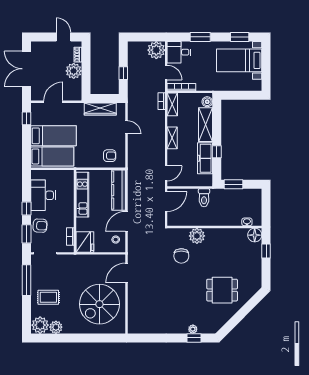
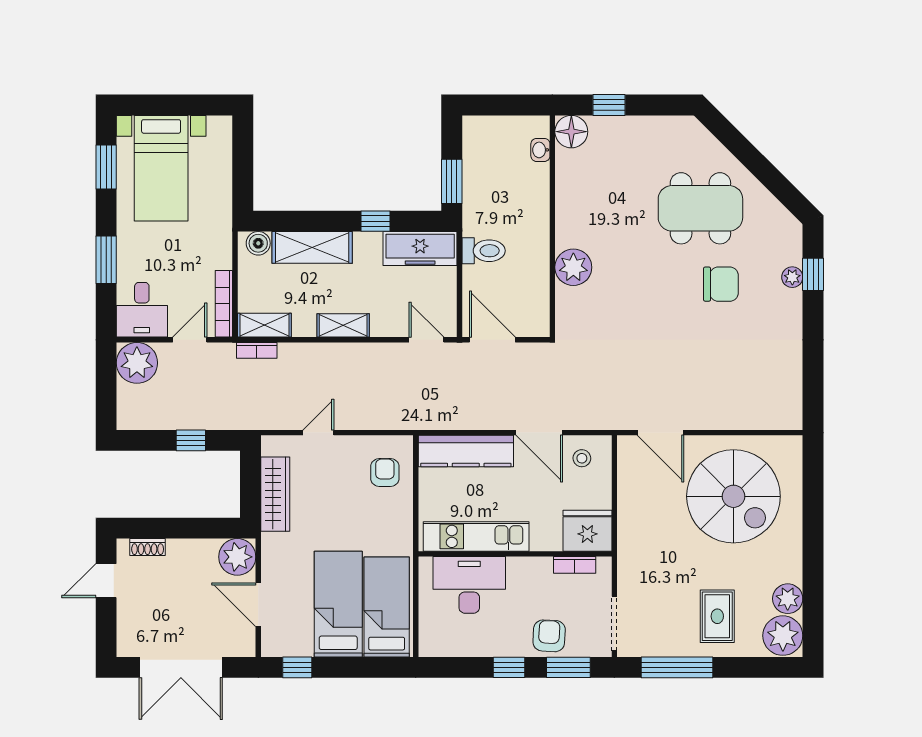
plant: (74, 71) -> (237, 557), moved
freezer: (205, 158) -> (420, 249), moved
desk: (43, 195) -> (469, 585), moved, turned 180
chair: (181, 256) -> (721, 284), moved
dining table: (222, 290) -> (700, 208), width x1.38

